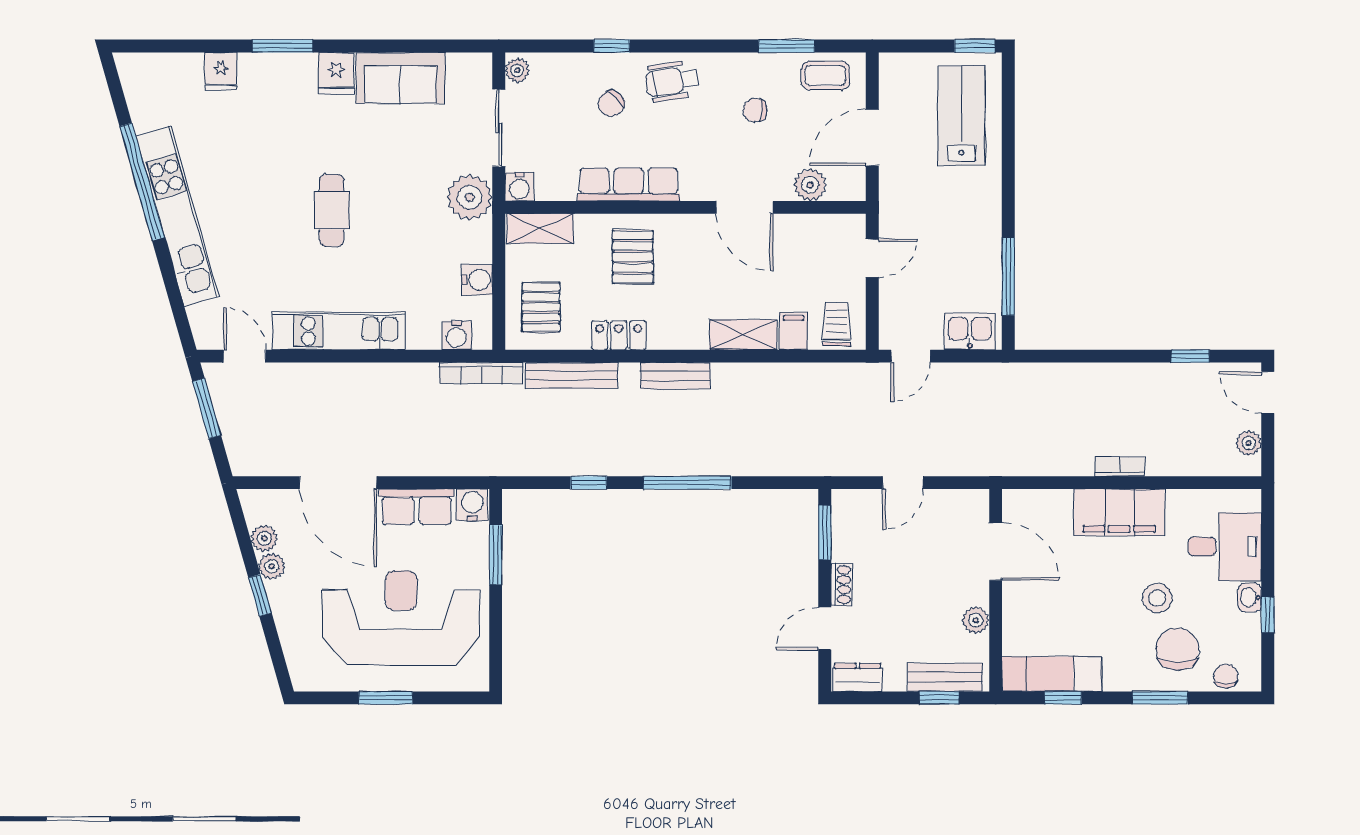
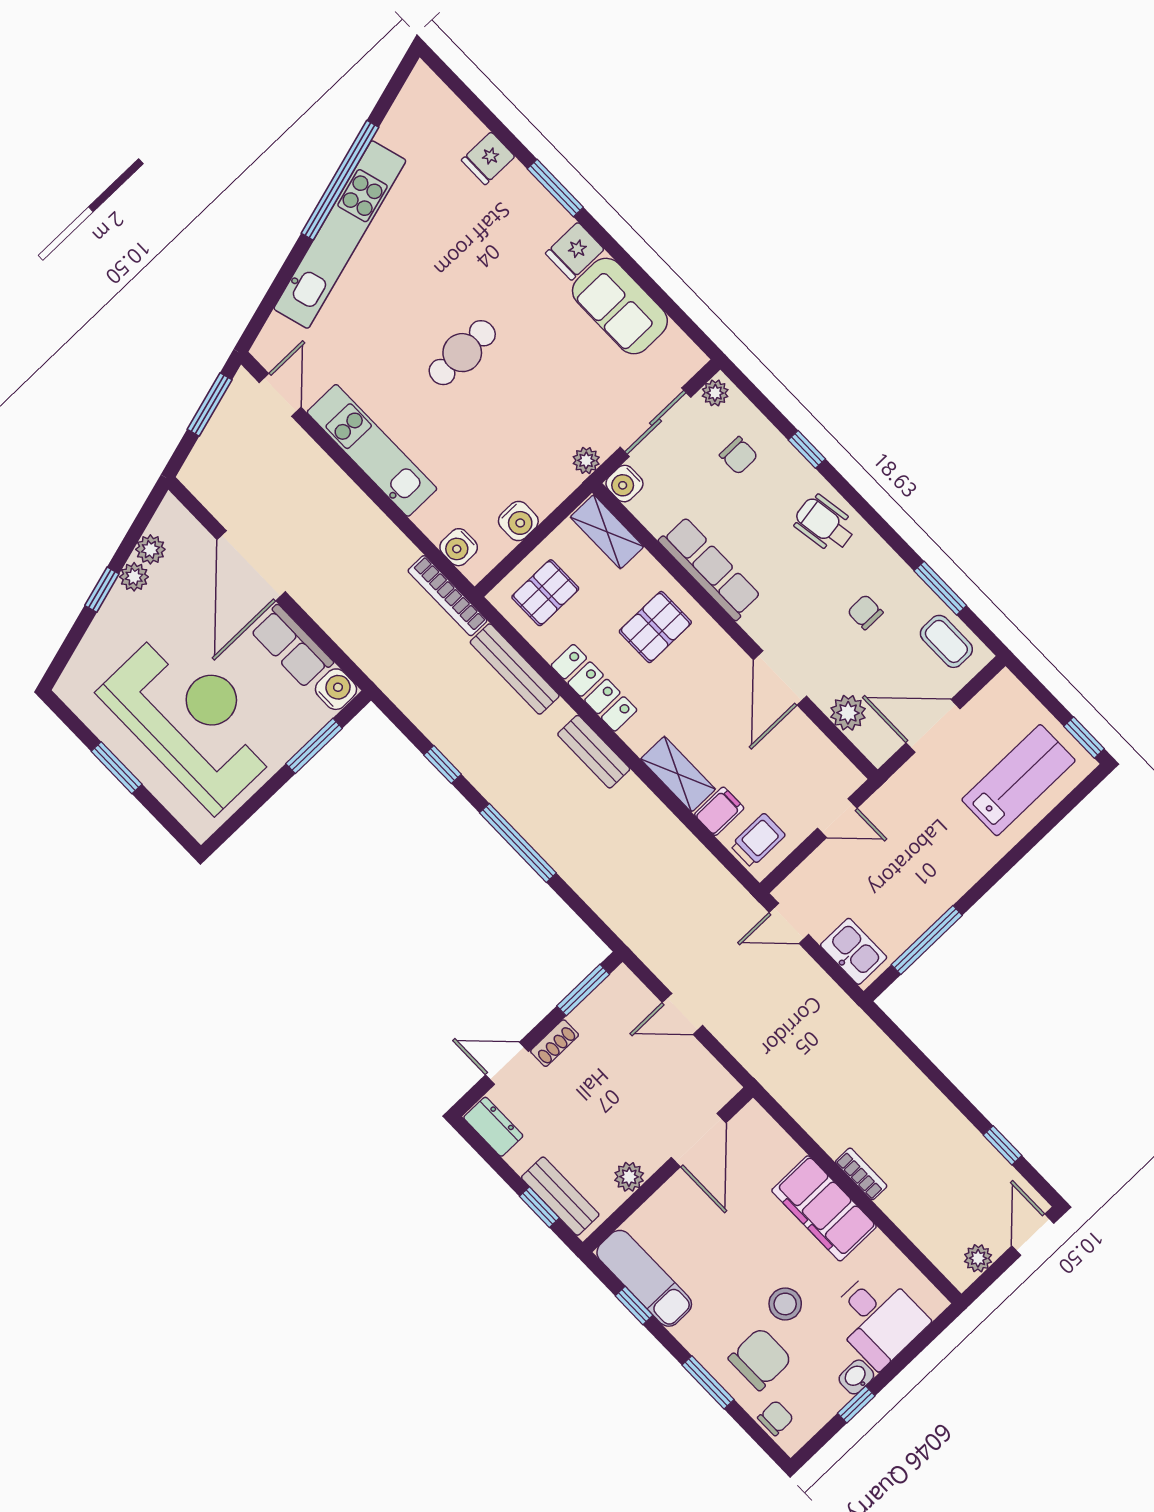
chair: (611, 103) -> (739, 456), moved, turned -135
plant: (469, 197) -> (586, 460), width x0.53, depth x0.53
locker: (619, 335) -> (594, 688), width x1.53

